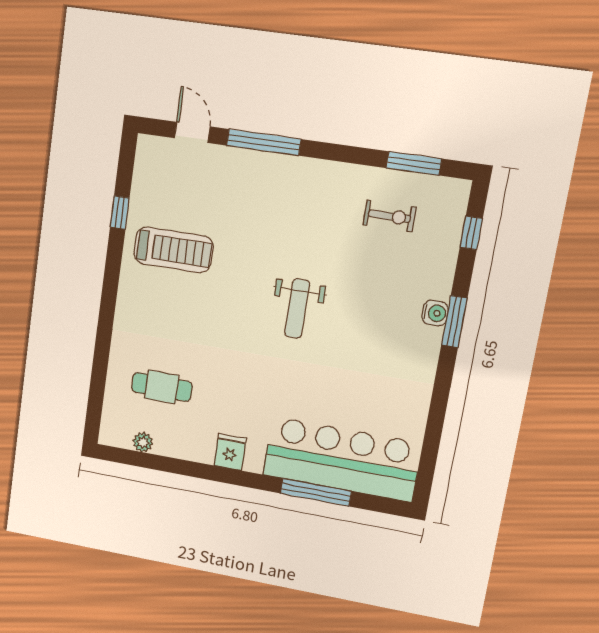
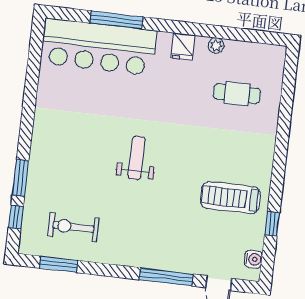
exercise bike: (390, 216) -> (73, 227), width x1.38, depth x1.39
water cooler: (435, 313) -> (253, 259), moved, turned 180
window: (454, 322) -> (20, 178), moved
plant: (143, 442) -> (216, 45), moved

